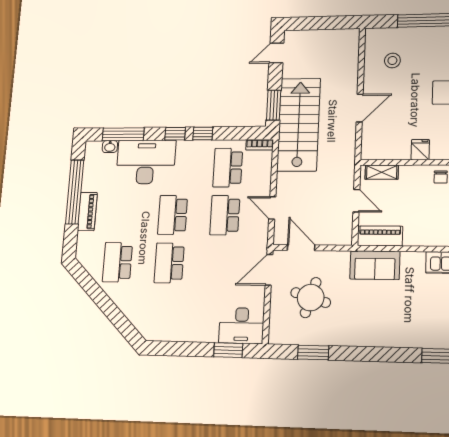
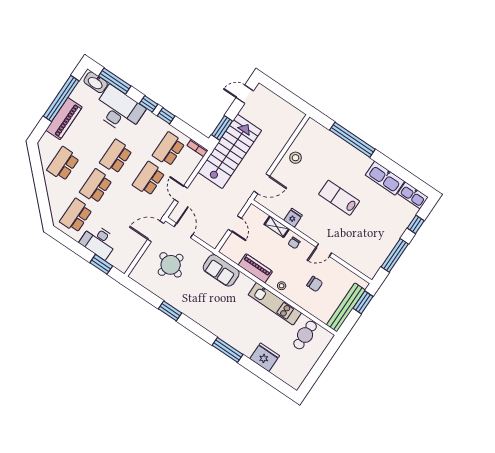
stool: (392, 60) -> (296, 158), moved
door: (360, 108) -> (262, 184), moved
washbasin: (110, 147) -> (96, 82), width x1.91, depth x1.45
shelving: (382, 172) -> (277, 227), moved
piano: (87, 212) -> (64, 119), width x1.37, depth x1.33
piano: (380, 236) -> (255, 268), moved
school desk: (166, 312) -> (76, 216), added
desk: (241, 326) -> (99, 241), moved
window: (313, 352) -> (170, 311), moved

